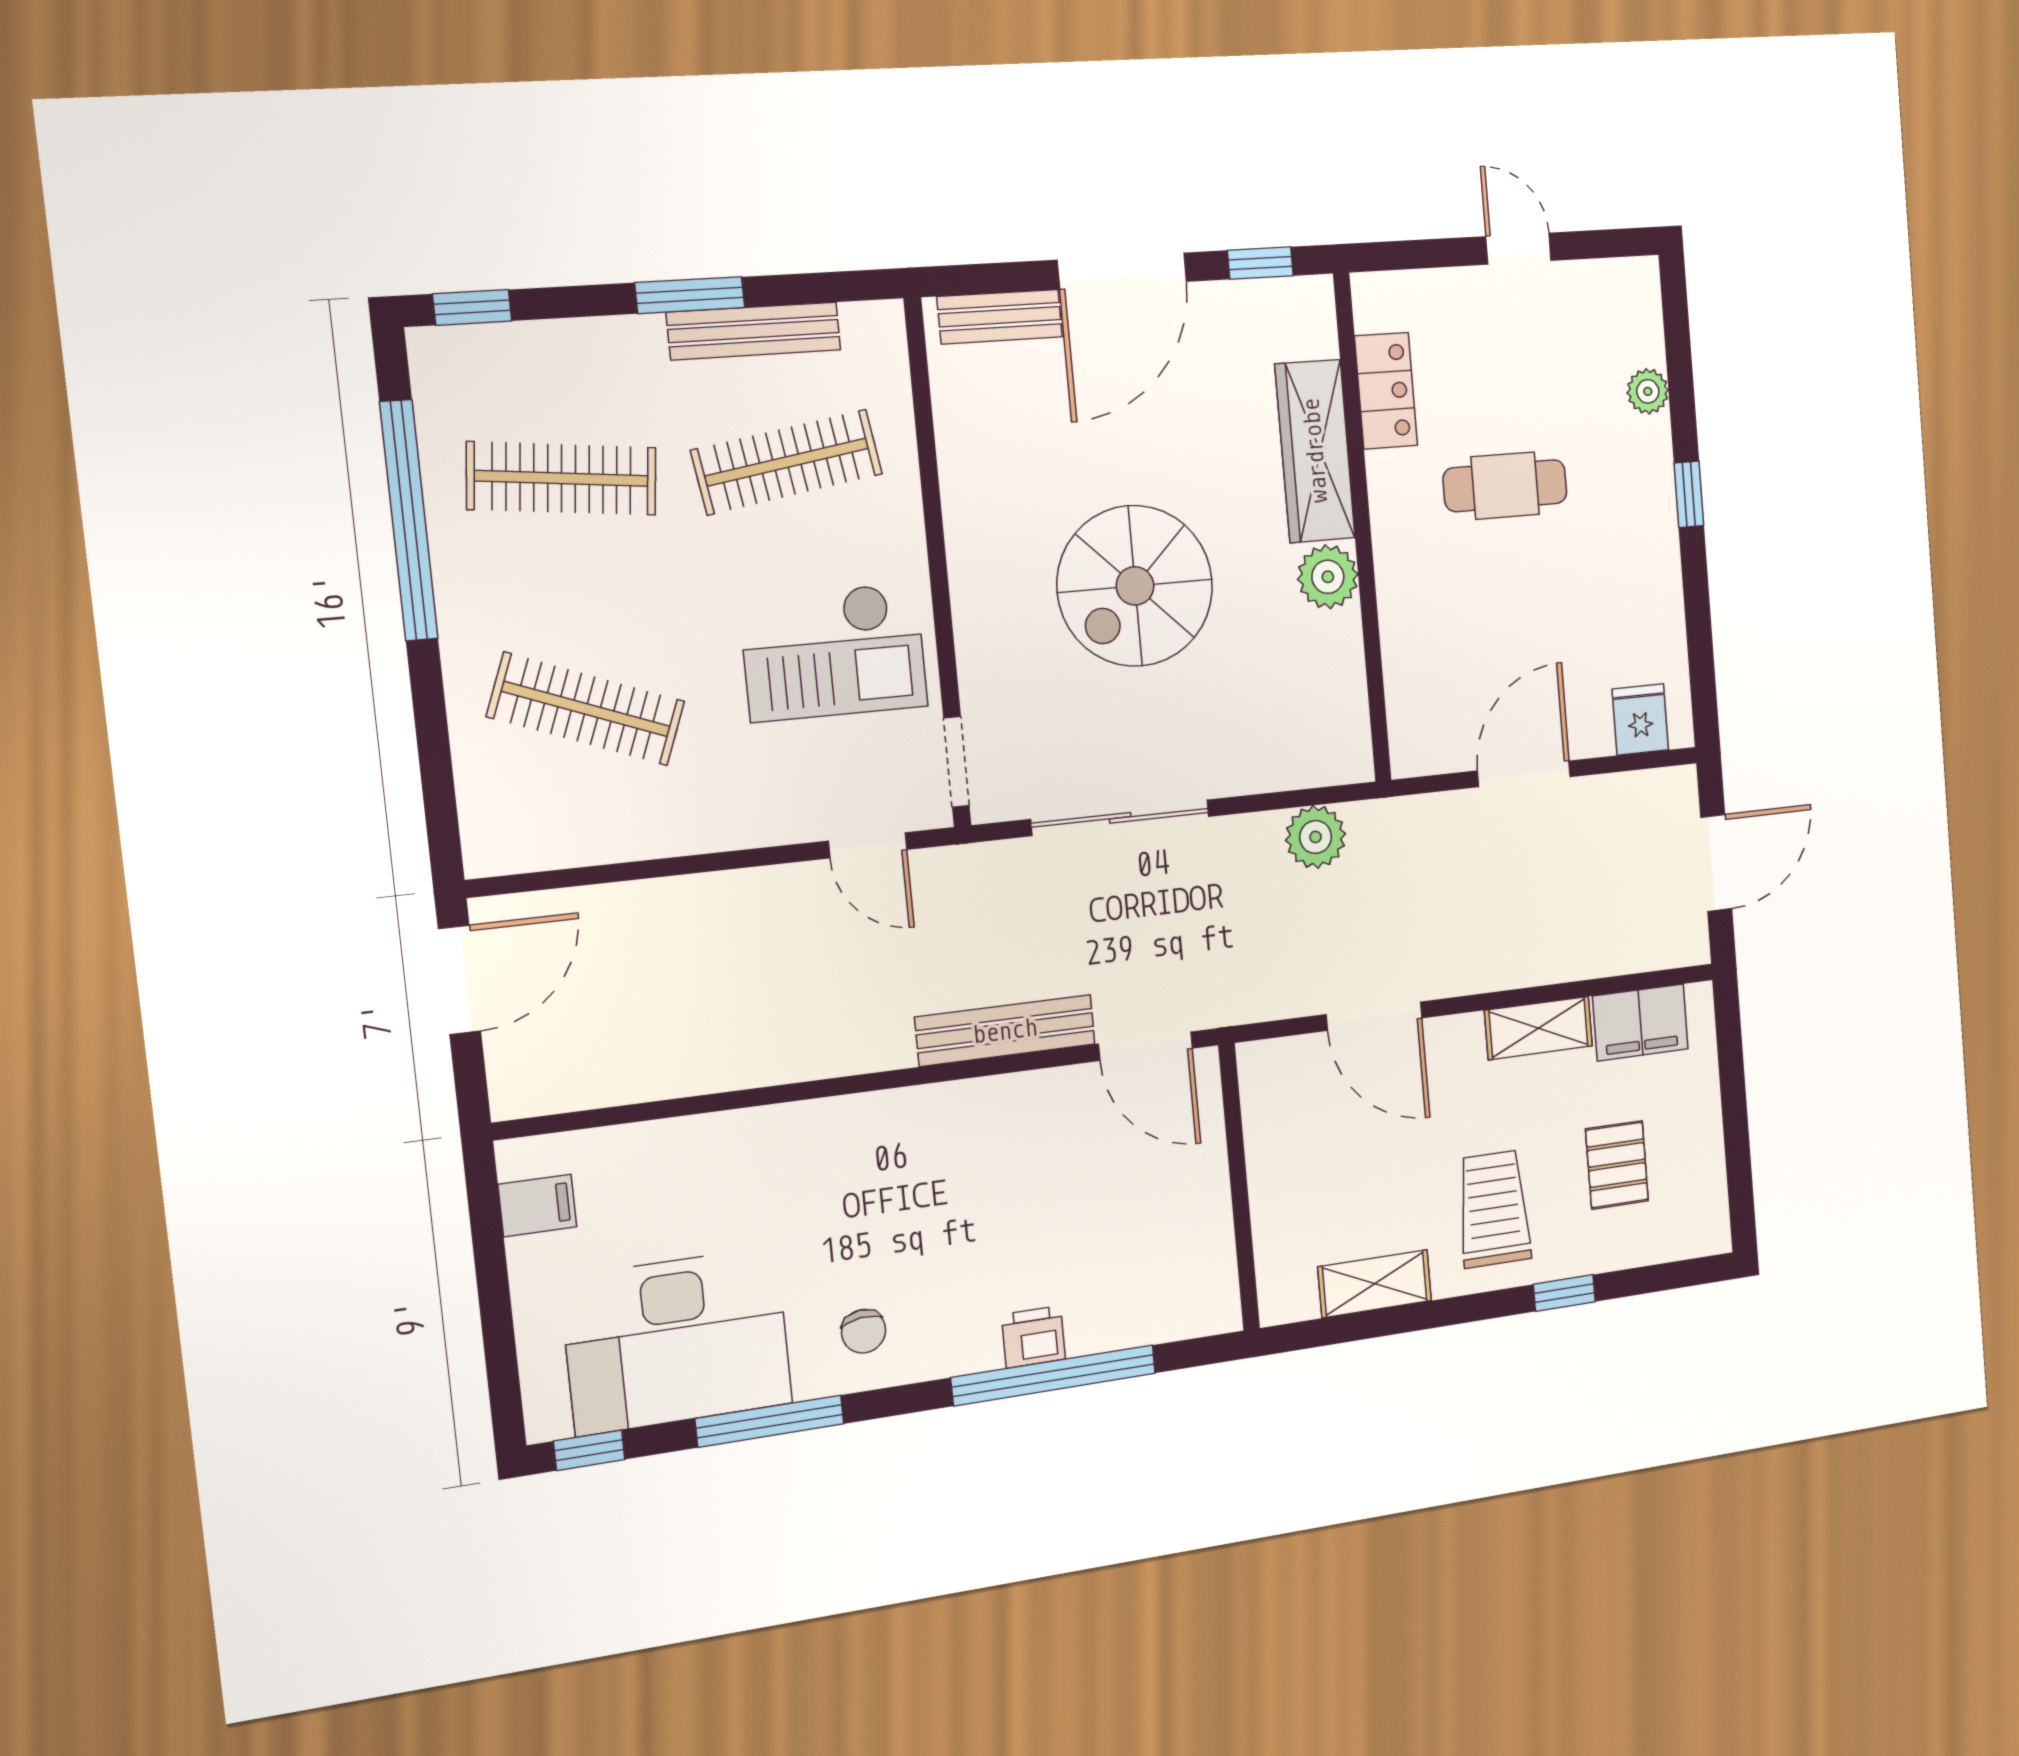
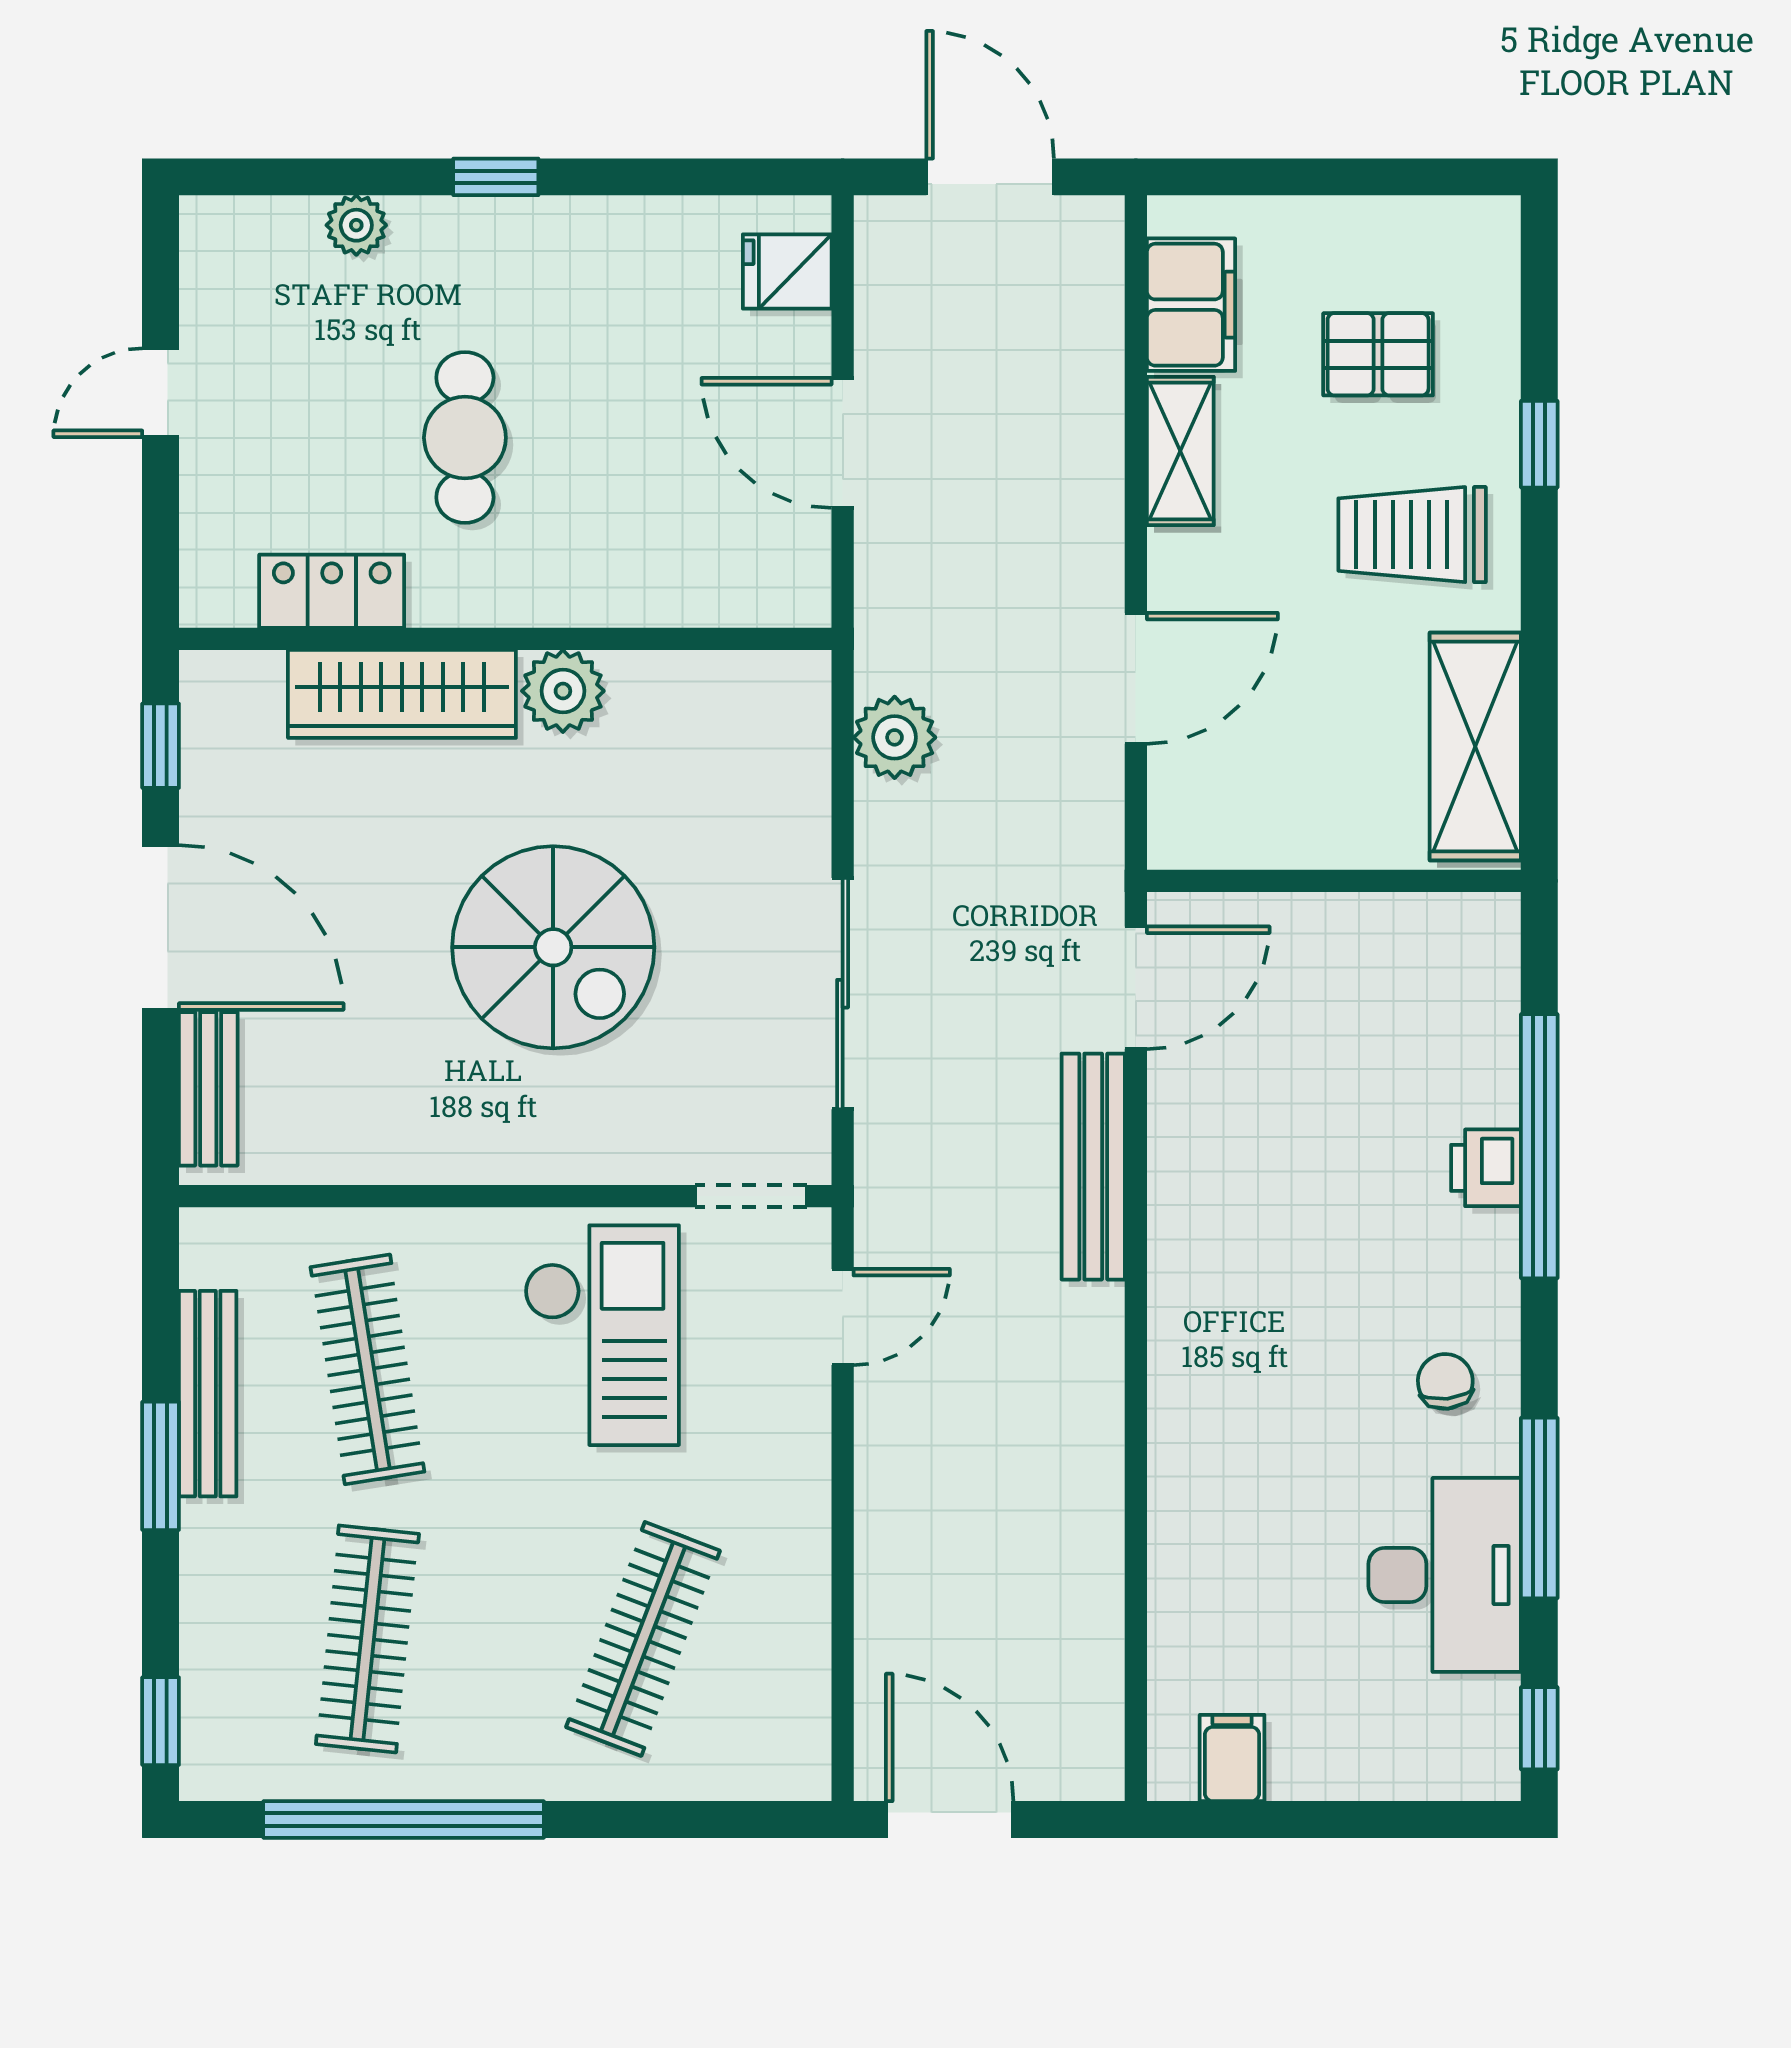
shelving: (1375, 1284) -> (1475, 746), width x1.50, depth x1.33
chair: (864, 1331) -> (1445, 1381), turned -90
desk: (677, 1341) -> (1445, 1575), width x0.73, depth x0.77

